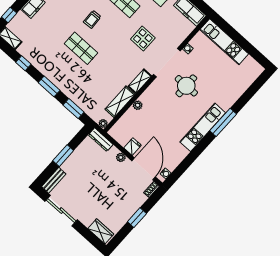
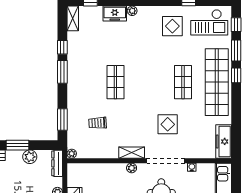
trolley: (92, 19) -> (98, 123), moved
window: (49, 86) -> (62, 72), moved
shelving: (120, 102) -> (101, 152), removed
plant: (138, 105) -> (132, 168), moved
plant: (79, 154) -> (30, 157), added

